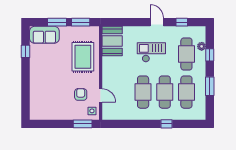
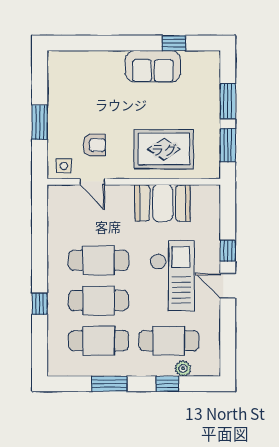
door: (157, 22) -> (228, 286), swing flipped
window: (182, 22) -> (228, 251), moved
sofa: (44, 35) -> (153, 66), moved, turned -90
booth: (112, 41) -> (163, 203), moved
checkout: (151, 52) -> (172, 276), width x1.36, depth x1.21
door: (101, 95) -> (92, 182), hinge flipped
window: (83, 124) -> (40, 122), moved

